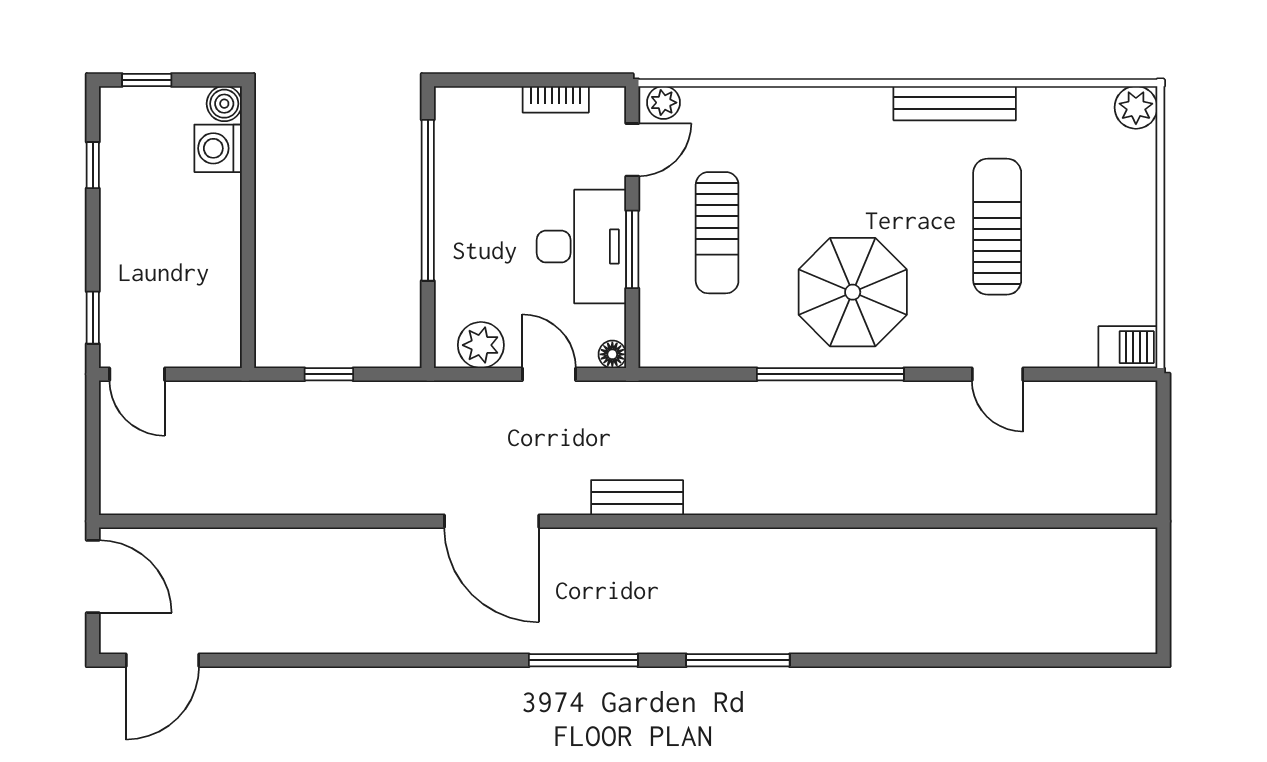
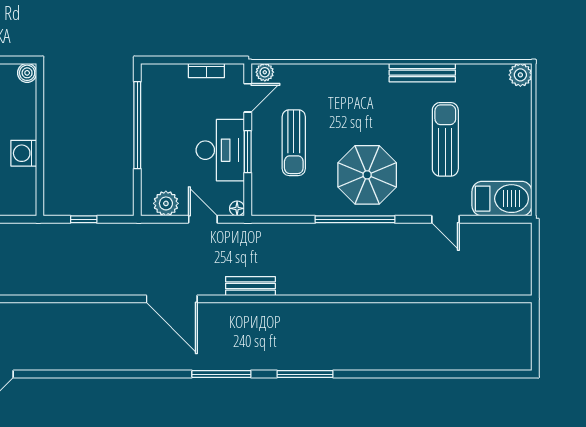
washing machine: (218, 148) -> (24, 153), moved
barbecue: (1128, 347) -> (502, 199), width x1.88, depth x1.53

